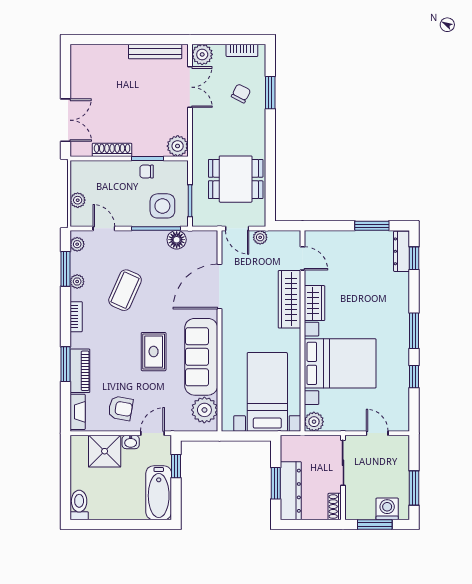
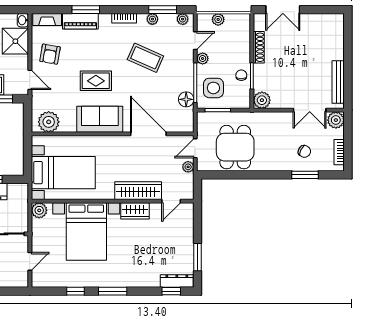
plant: (126, 219) -> (203, 59), added
sofa: (201, 357) -> (100, 119), width x0.73
washbasin: (131, 442) -> (23, 20), moved

